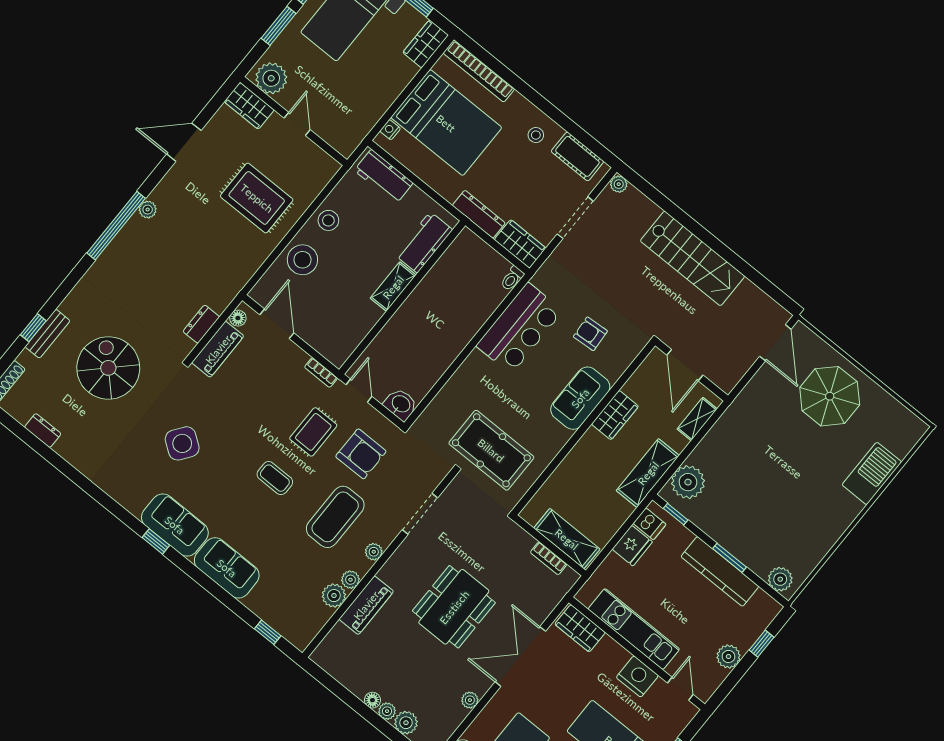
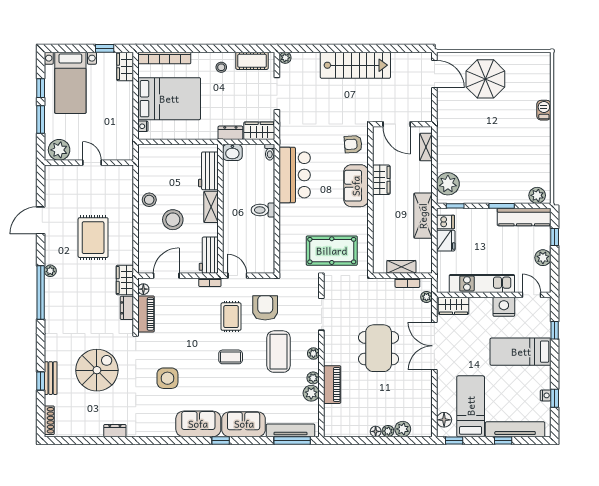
wardrobe: (249, 106) -> (125, 280), moved, turned 90
workbench: (384, 177) -> (209, 255), moved, turned 90
rug: (257, 198) -> (93, 238), moved, turned 90
dresser: (479, 214) -> (230, 133), width x0.70
stool: (302, 260) -> (173, 220), moved
door: (277, 324) -> (166, 276), hinge flipped
armchair: (590, 334) -> (353, 144), moved
toilet: (450, 339) -> (263, 210), added
spiral stairs: (108, 368) -> (97, 370), turned 90
washbasin: (401, 404) -> (232, 152), moved, turned 180
dresser: (43, 430) -> (115, 431), moved
side table: (182, 443) -> (167, 378), turned -36
armchair: (361, 454) -> (265, 308), turned -90
shelving: (648, 473) -> (423, 216), moved
barbecue: (872, 473) -> (544, 110), width x0.53, depth x0.65
shelving: (567, 539) -> (401, 267), width x0.67, depth x0.75
window: (156, 541) -> (221, 441), moved
kitchen counter: (720, 571) -> (524, 217), moved
tv unit: (275, 619) -> (290, 430), added
window: (268, 632) -> (292, 441), width x2.17
plant: (470, 700) -> (426, 297), moved

